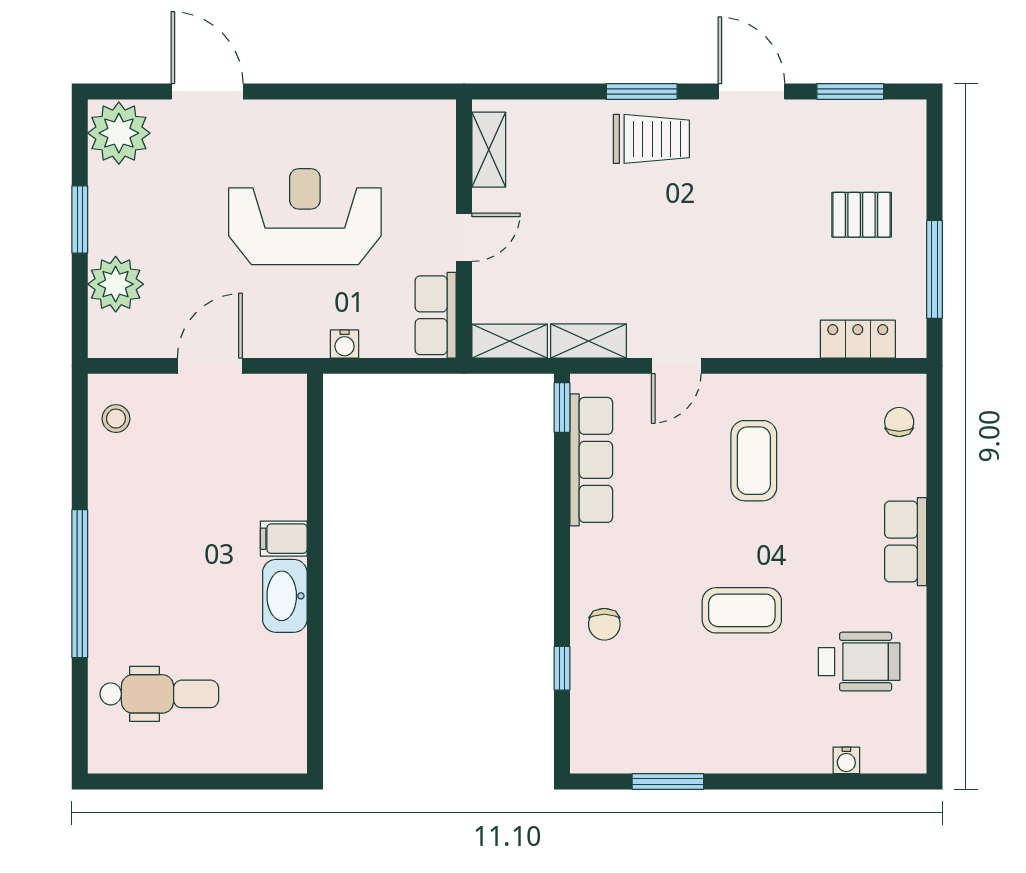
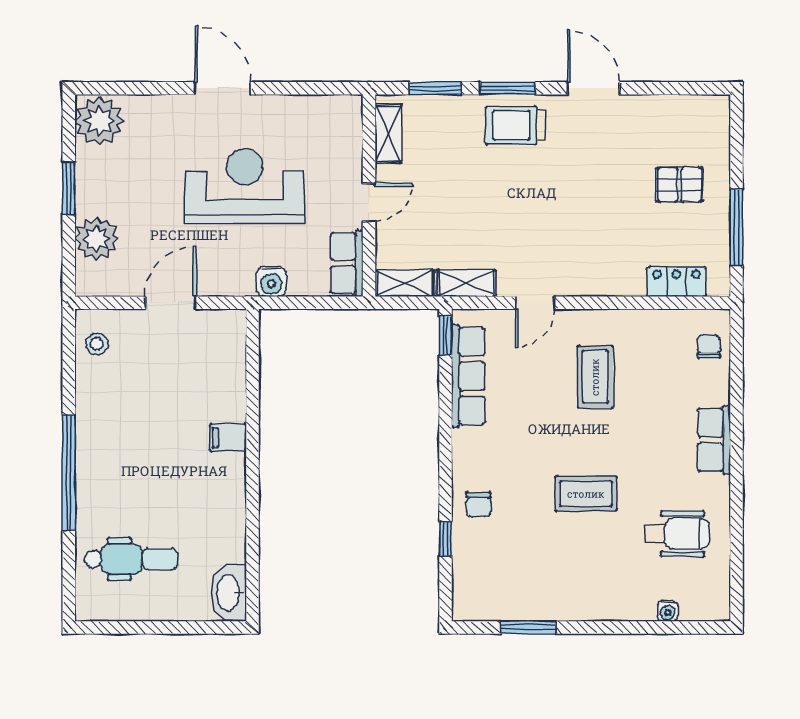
door: (207, 91) -> (223, 88), moved
window: (850, 91) -> (435, 88), moved
trolley: (651, 139) -> (515, 125), turned 180
water cooler: (345, 344) -> (271, 281), width x1.38, depth x1.38
washbasin: (285, 596) -> (229, 593), moved

